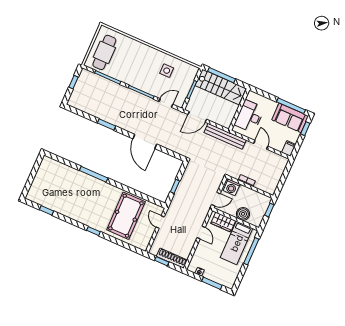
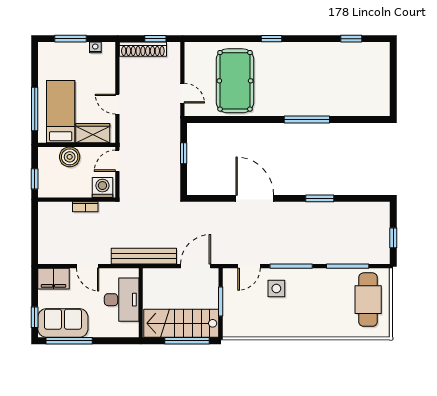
side table: (167, 71) -> (276, 288), moved
filing cabinet: (289, 148) -> (54, 279), width x2.00

